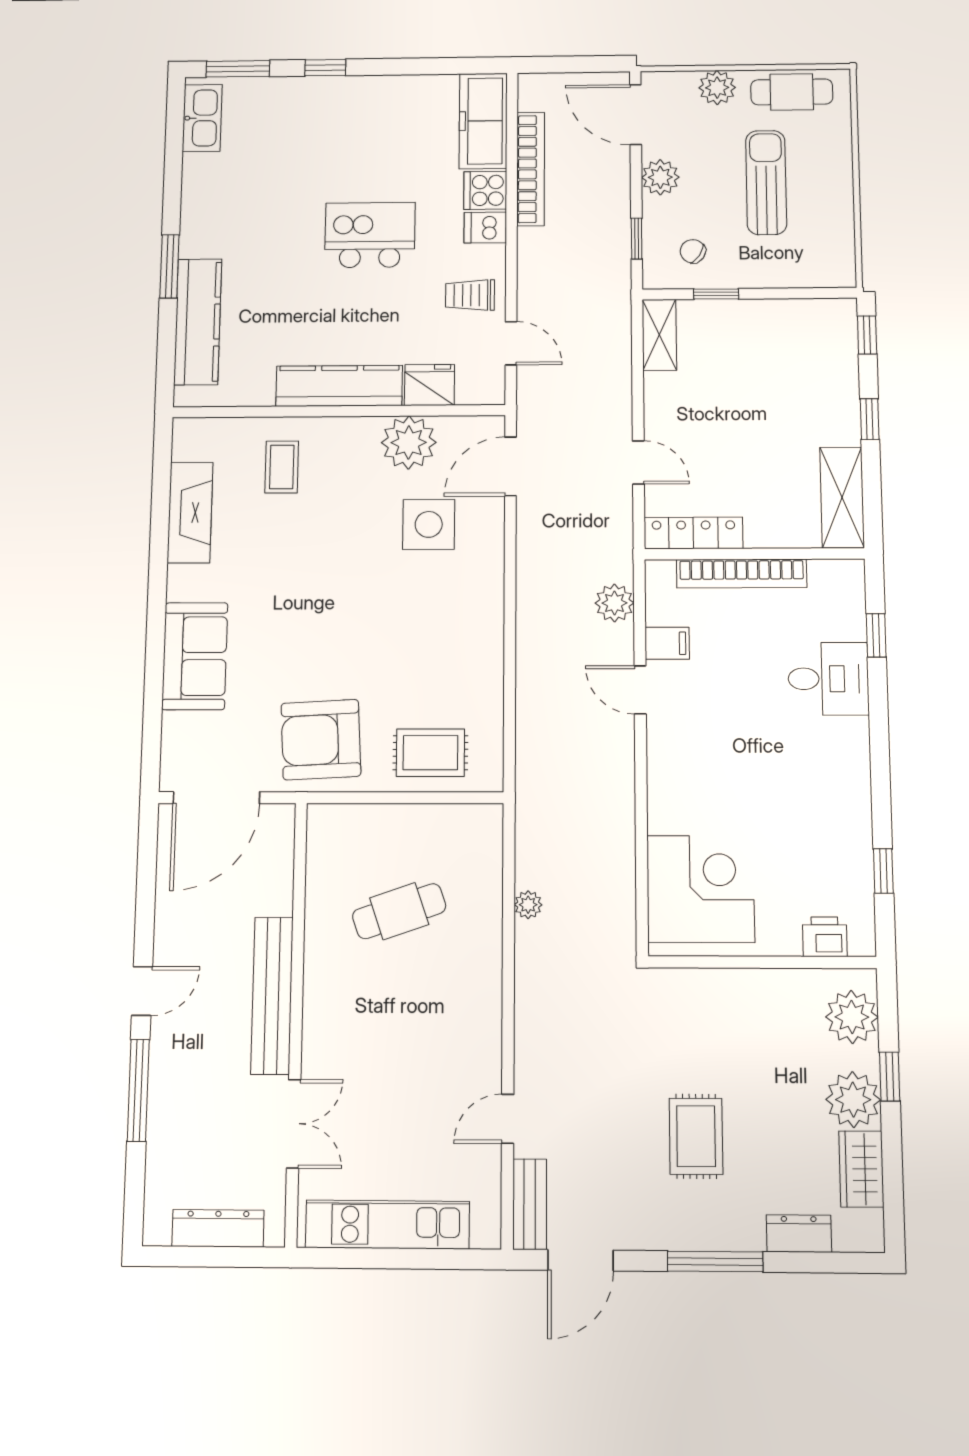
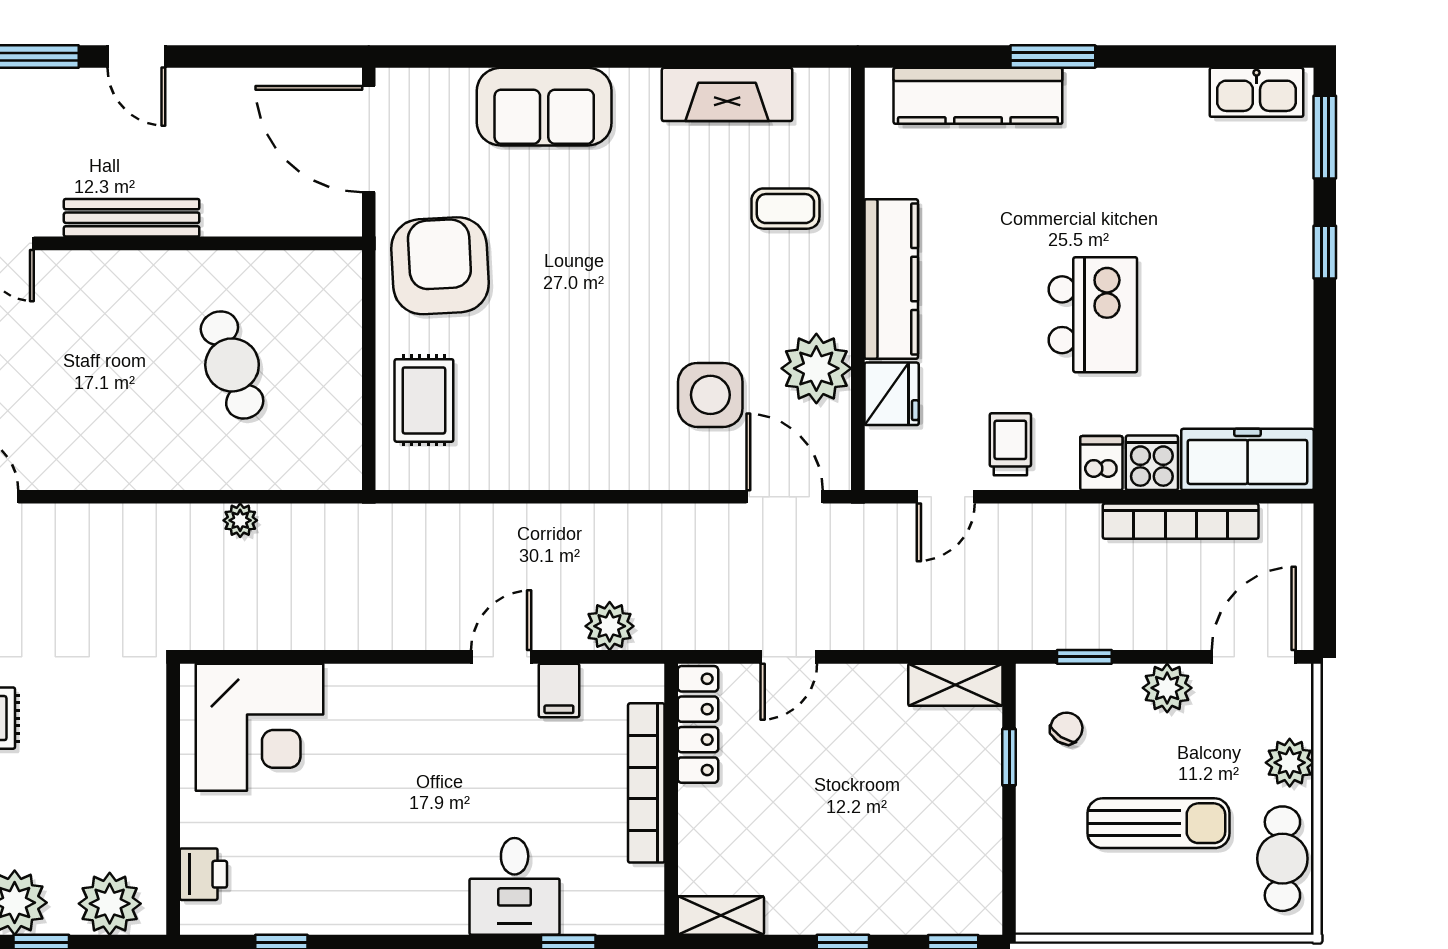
shelving: (842, 497) -> (721, 915), width x0.67, depth x0.75
bench: (272, 996) -> (132, 218), width x0.73, depth x0.82

